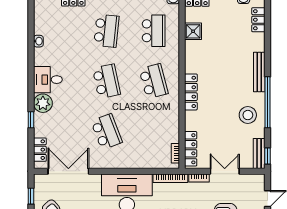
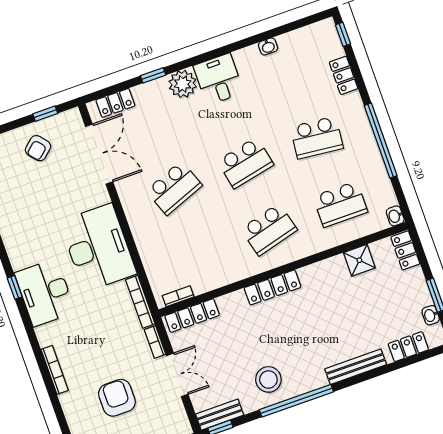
bench: (259, 72) -> (356, 367), moved

